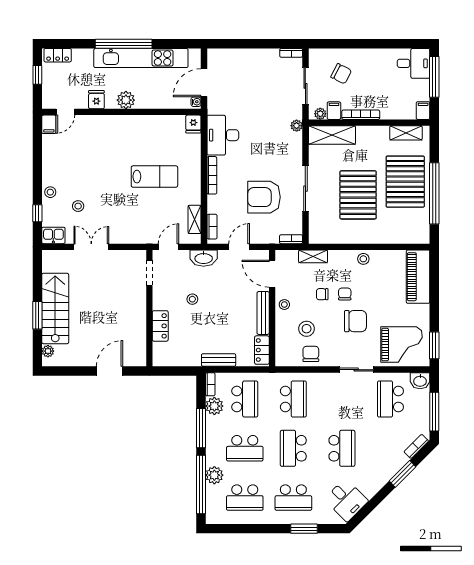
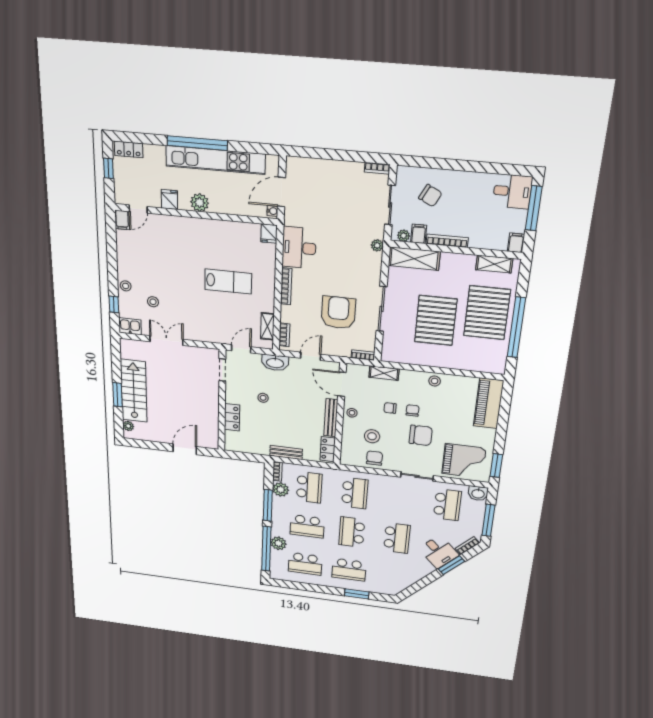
armchair: (264, 197) -> (338, 313), turned 90
school desk: (390, 399) -> (447, 505), turned 180
desk: (346, 500) -> (439, 552), moved

